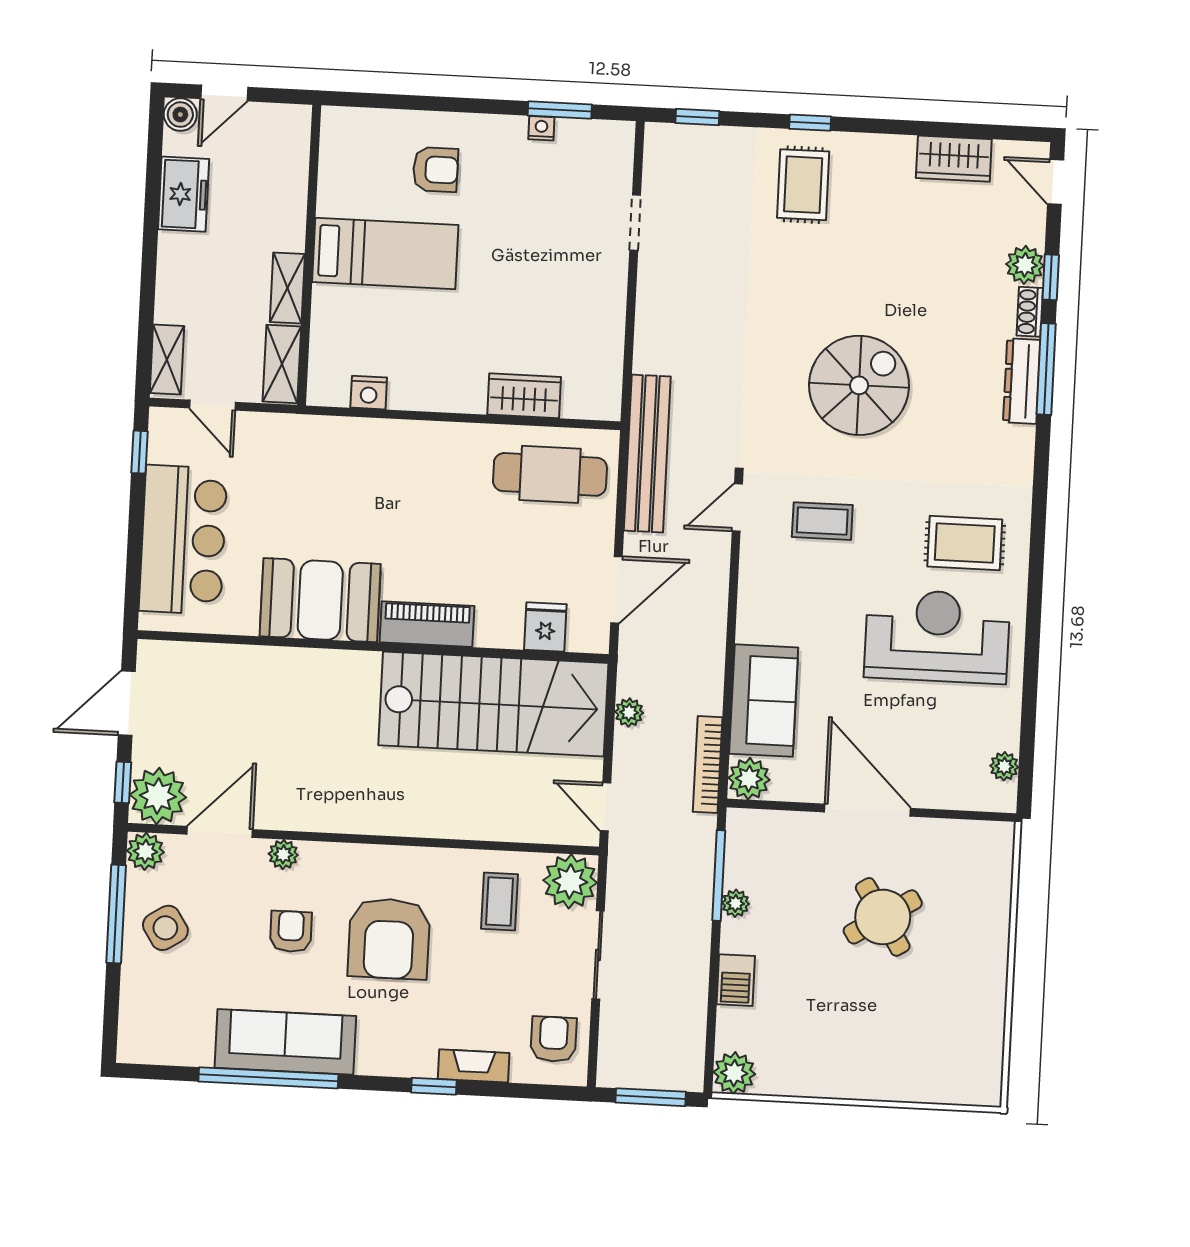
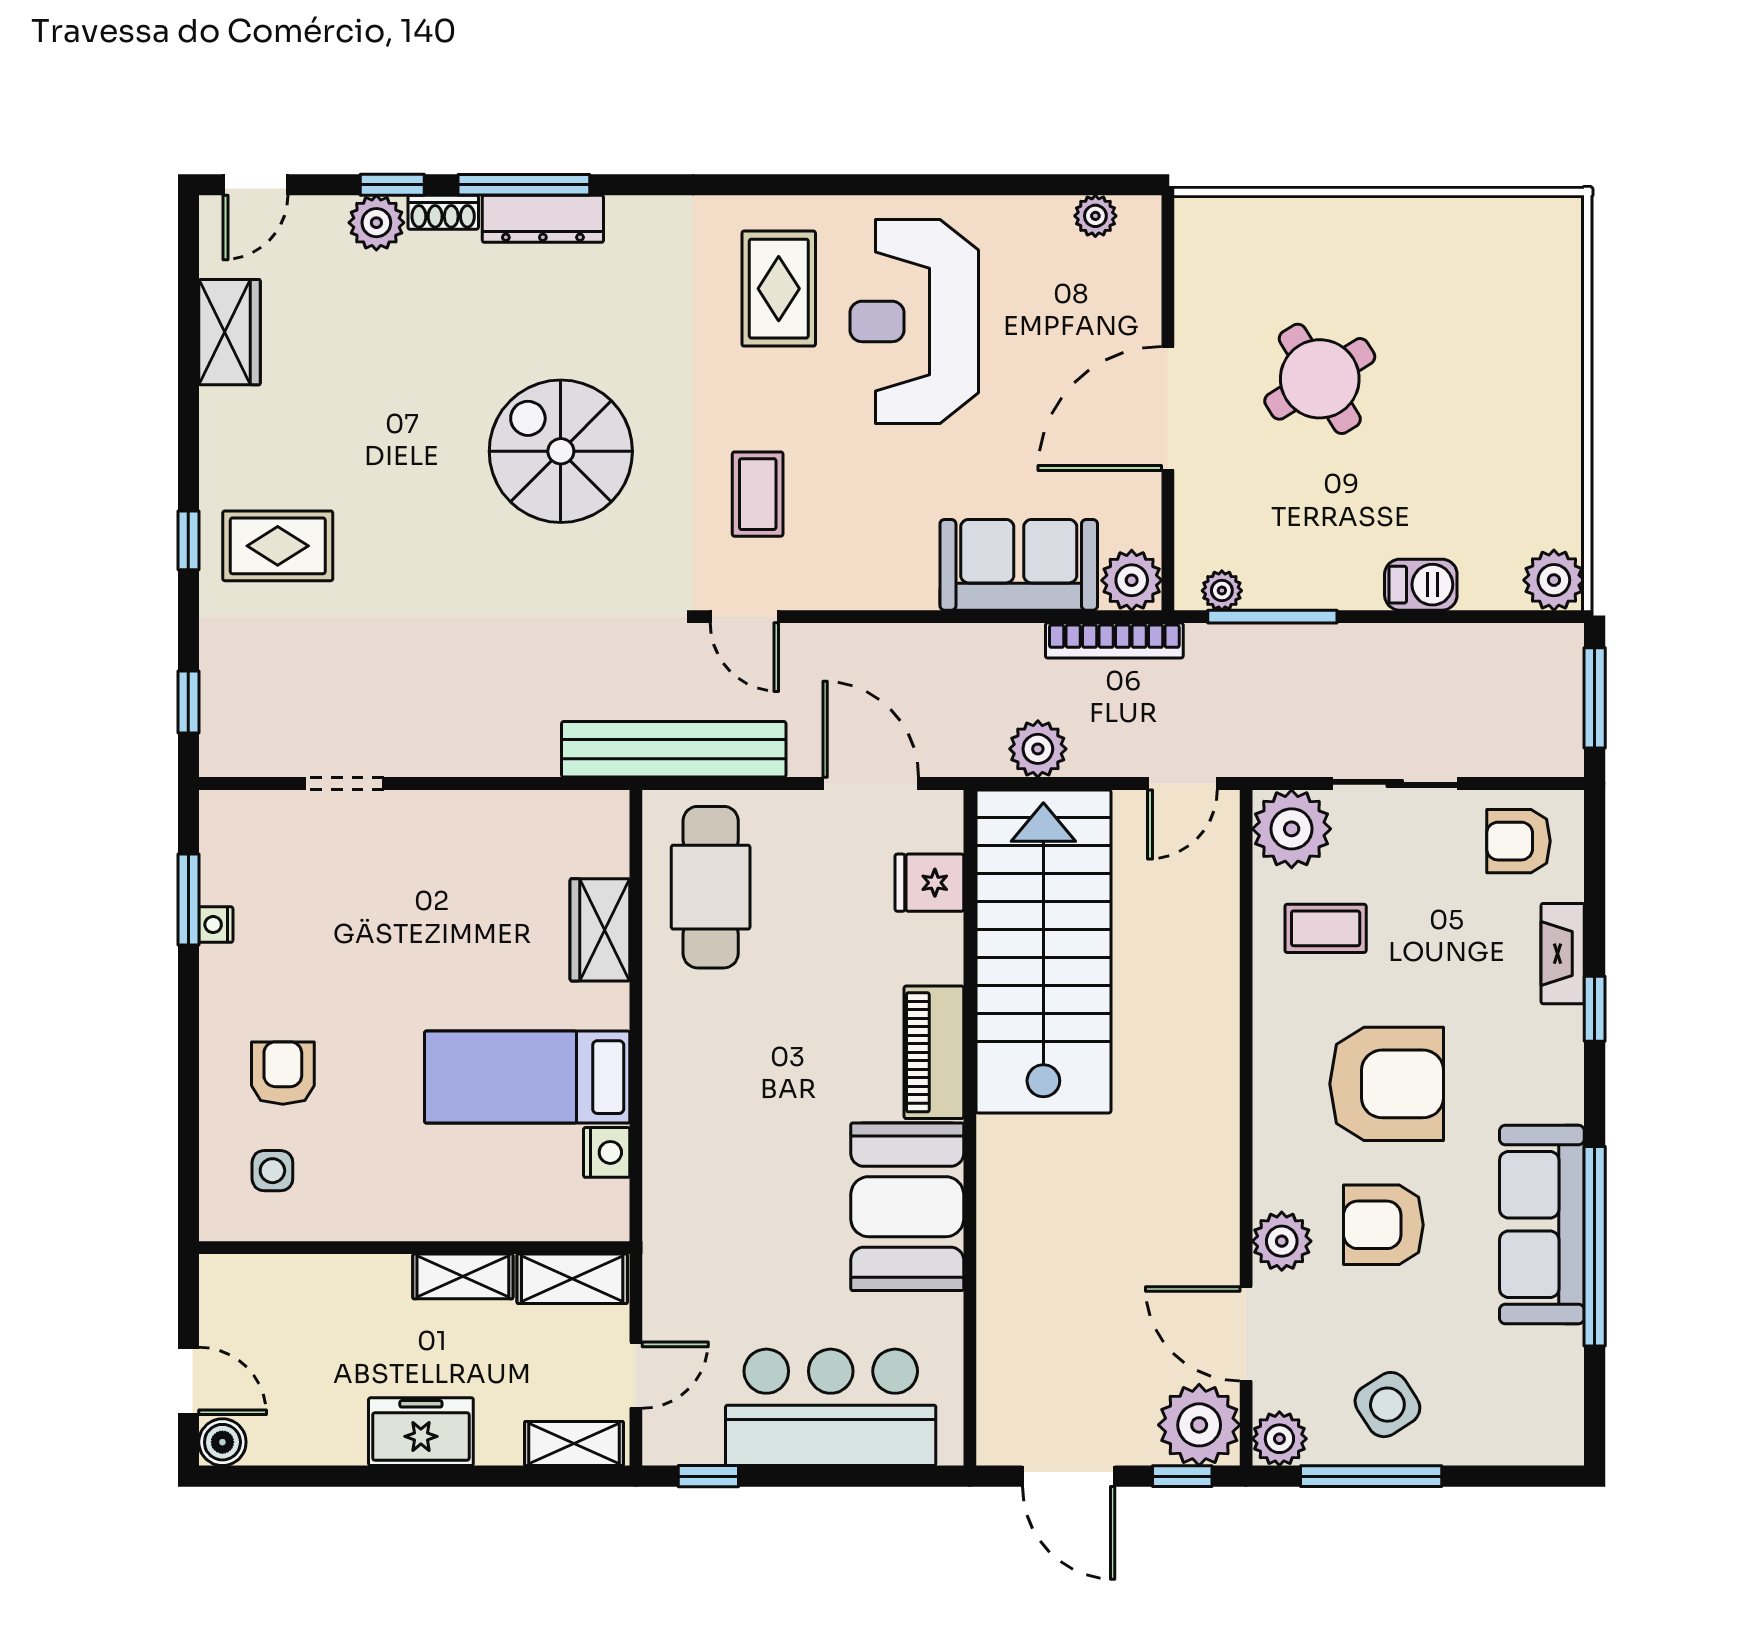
side table: (368, 159) -> (272, 1171), added
freezer: (184, 194) -> (421, 1432), moved
bed: (385, 253) -> (527, 1077), moved, turned -90
plant: (629, 712) -> (1038, 749), width x1.38, depth x1.38
plant: (283, 854) -> (1282, 1241), width x1.38, depth x1.38
plant: (736, 903) -> (1222, 591), moved
armchair: (291, 931) -> (1383, 1225), width x1.38, depth x1.38

